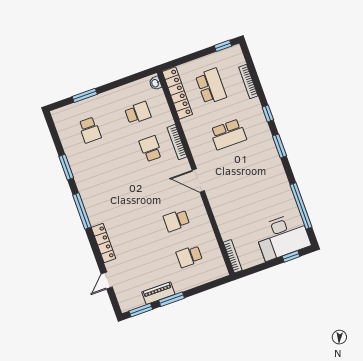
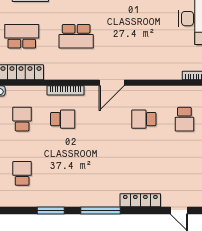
school desk: (90, 130) -> (22, 173), turned -90
school desk: (228, 134) -> (76, 36), turned 90
school desk: (151, 149) -> (63, 119), turned 180
school desk: (176, 220) -> (144, 119), turned 90

